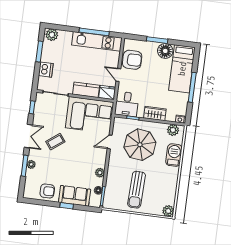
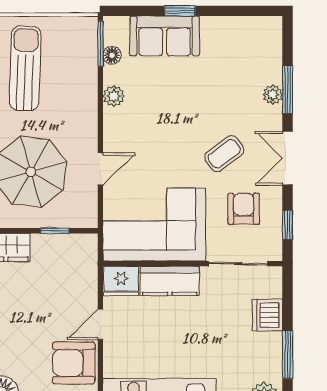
door: (118, 75) -> (100, 324), swing flipped
desk: (127, 104) -> (73, 260), removed
armchair: (47, 191) -> (244, 209), moved, turned 90

